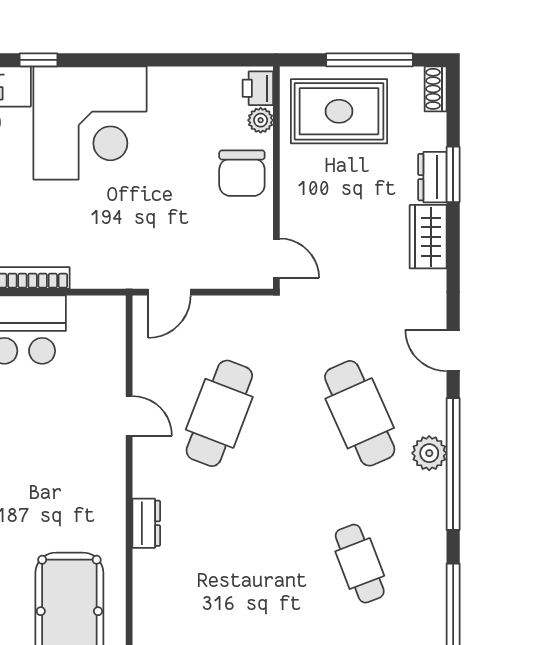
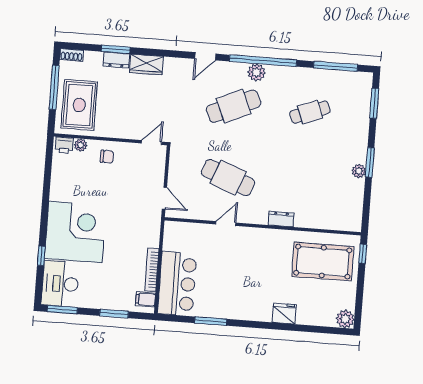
chair: (242, 173) -> (107, 157), width x0.54, depth x0.54

